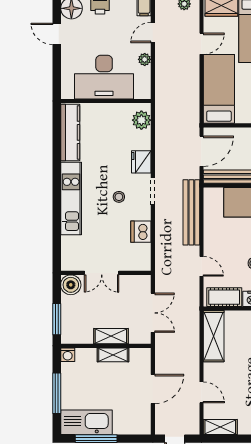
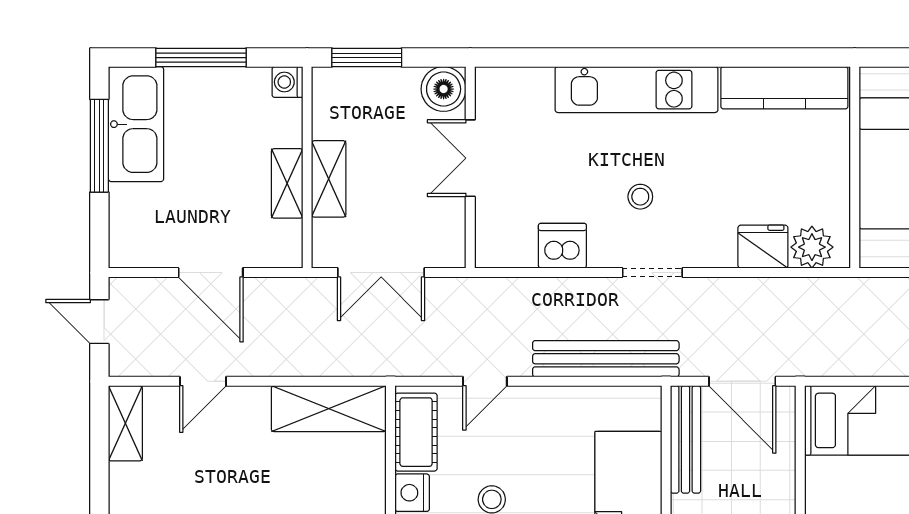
fridge: (141, 162) -> (763, 247), moved

